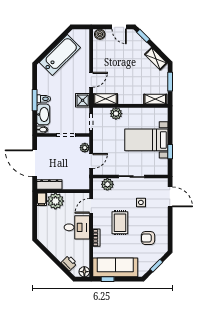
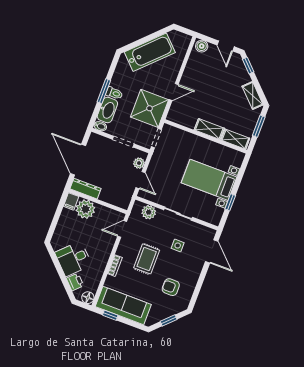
shelving: (106, 99) -> (209, 129), moved
shower: (83, 100) -> (150, 108), width x1.86, depth x1.86
plant: (116, 114) -> (187, 139), removed
door: (91, 161) -> (141, 180), hinge flipped
desk: (77, 227) -> (73, 259), moved, turned 135

